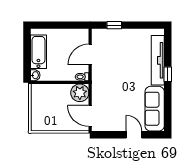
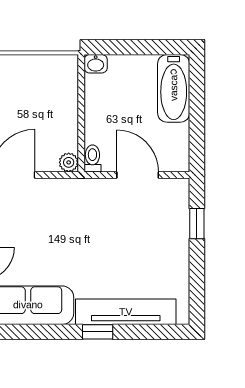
bathtub: (38, 52) -> (174, 88), moved, turned 90
plant: (80, 93) -> (69, 162), width x0.53, depth x0.53

